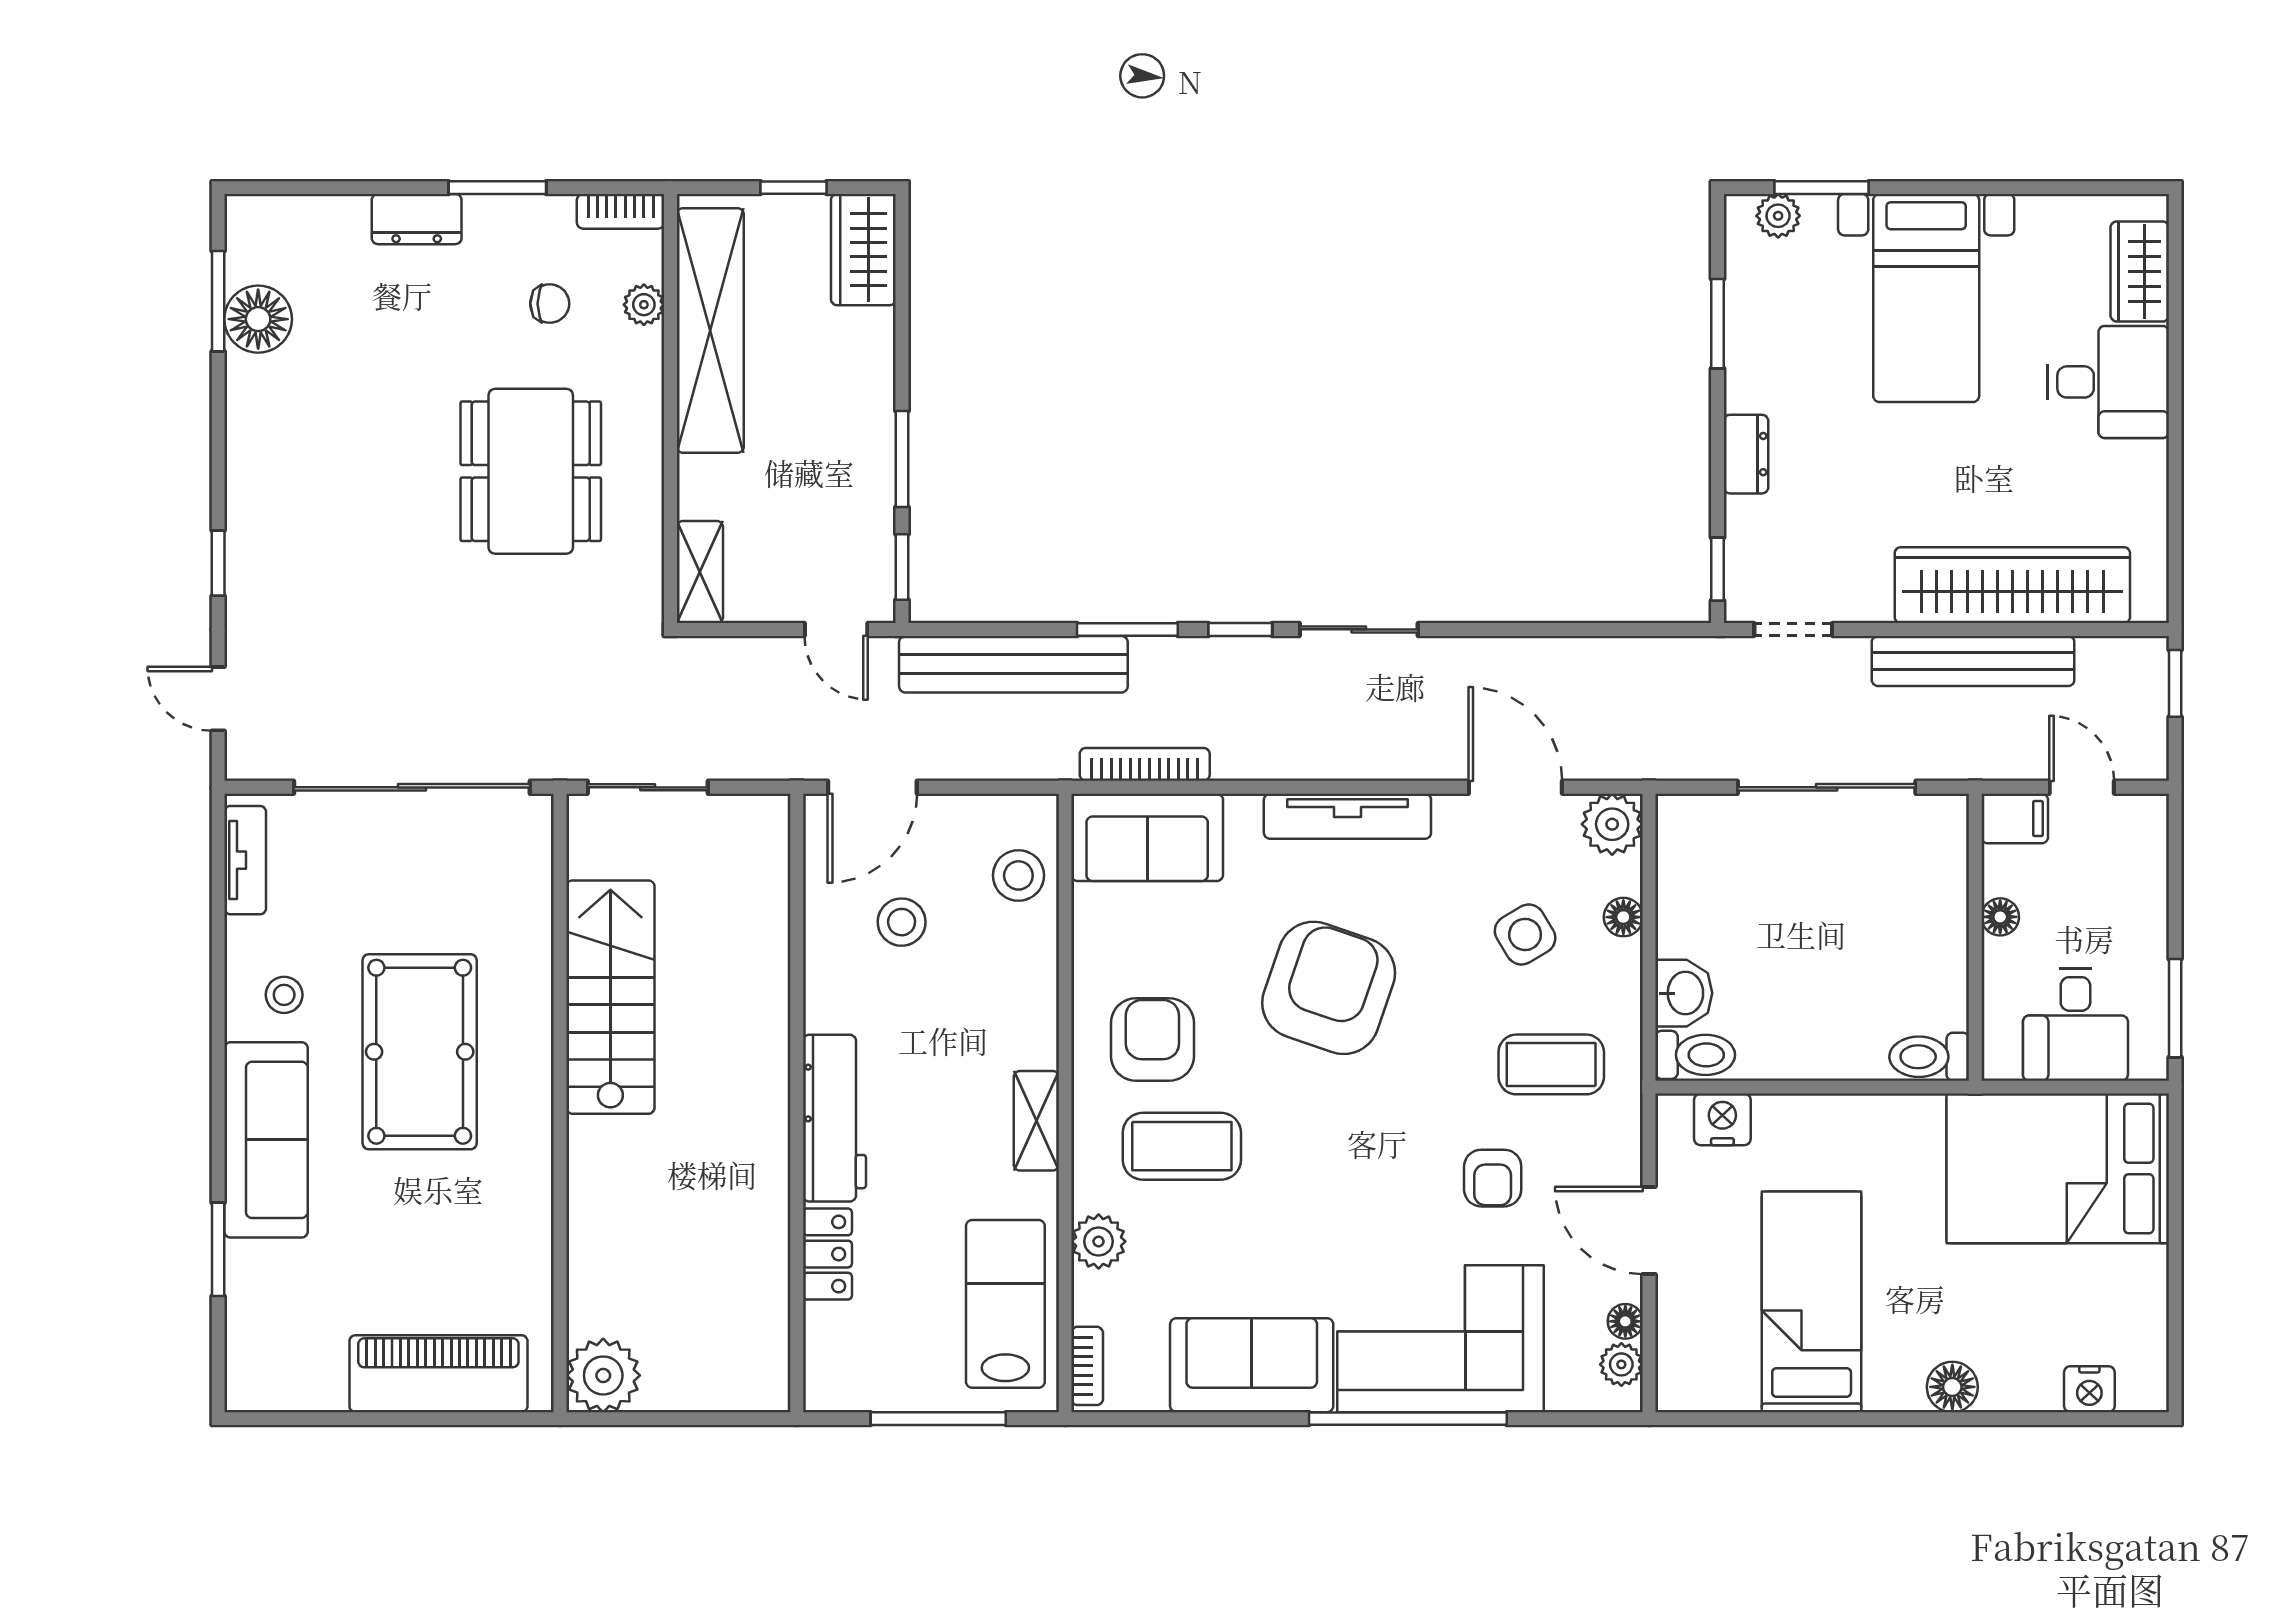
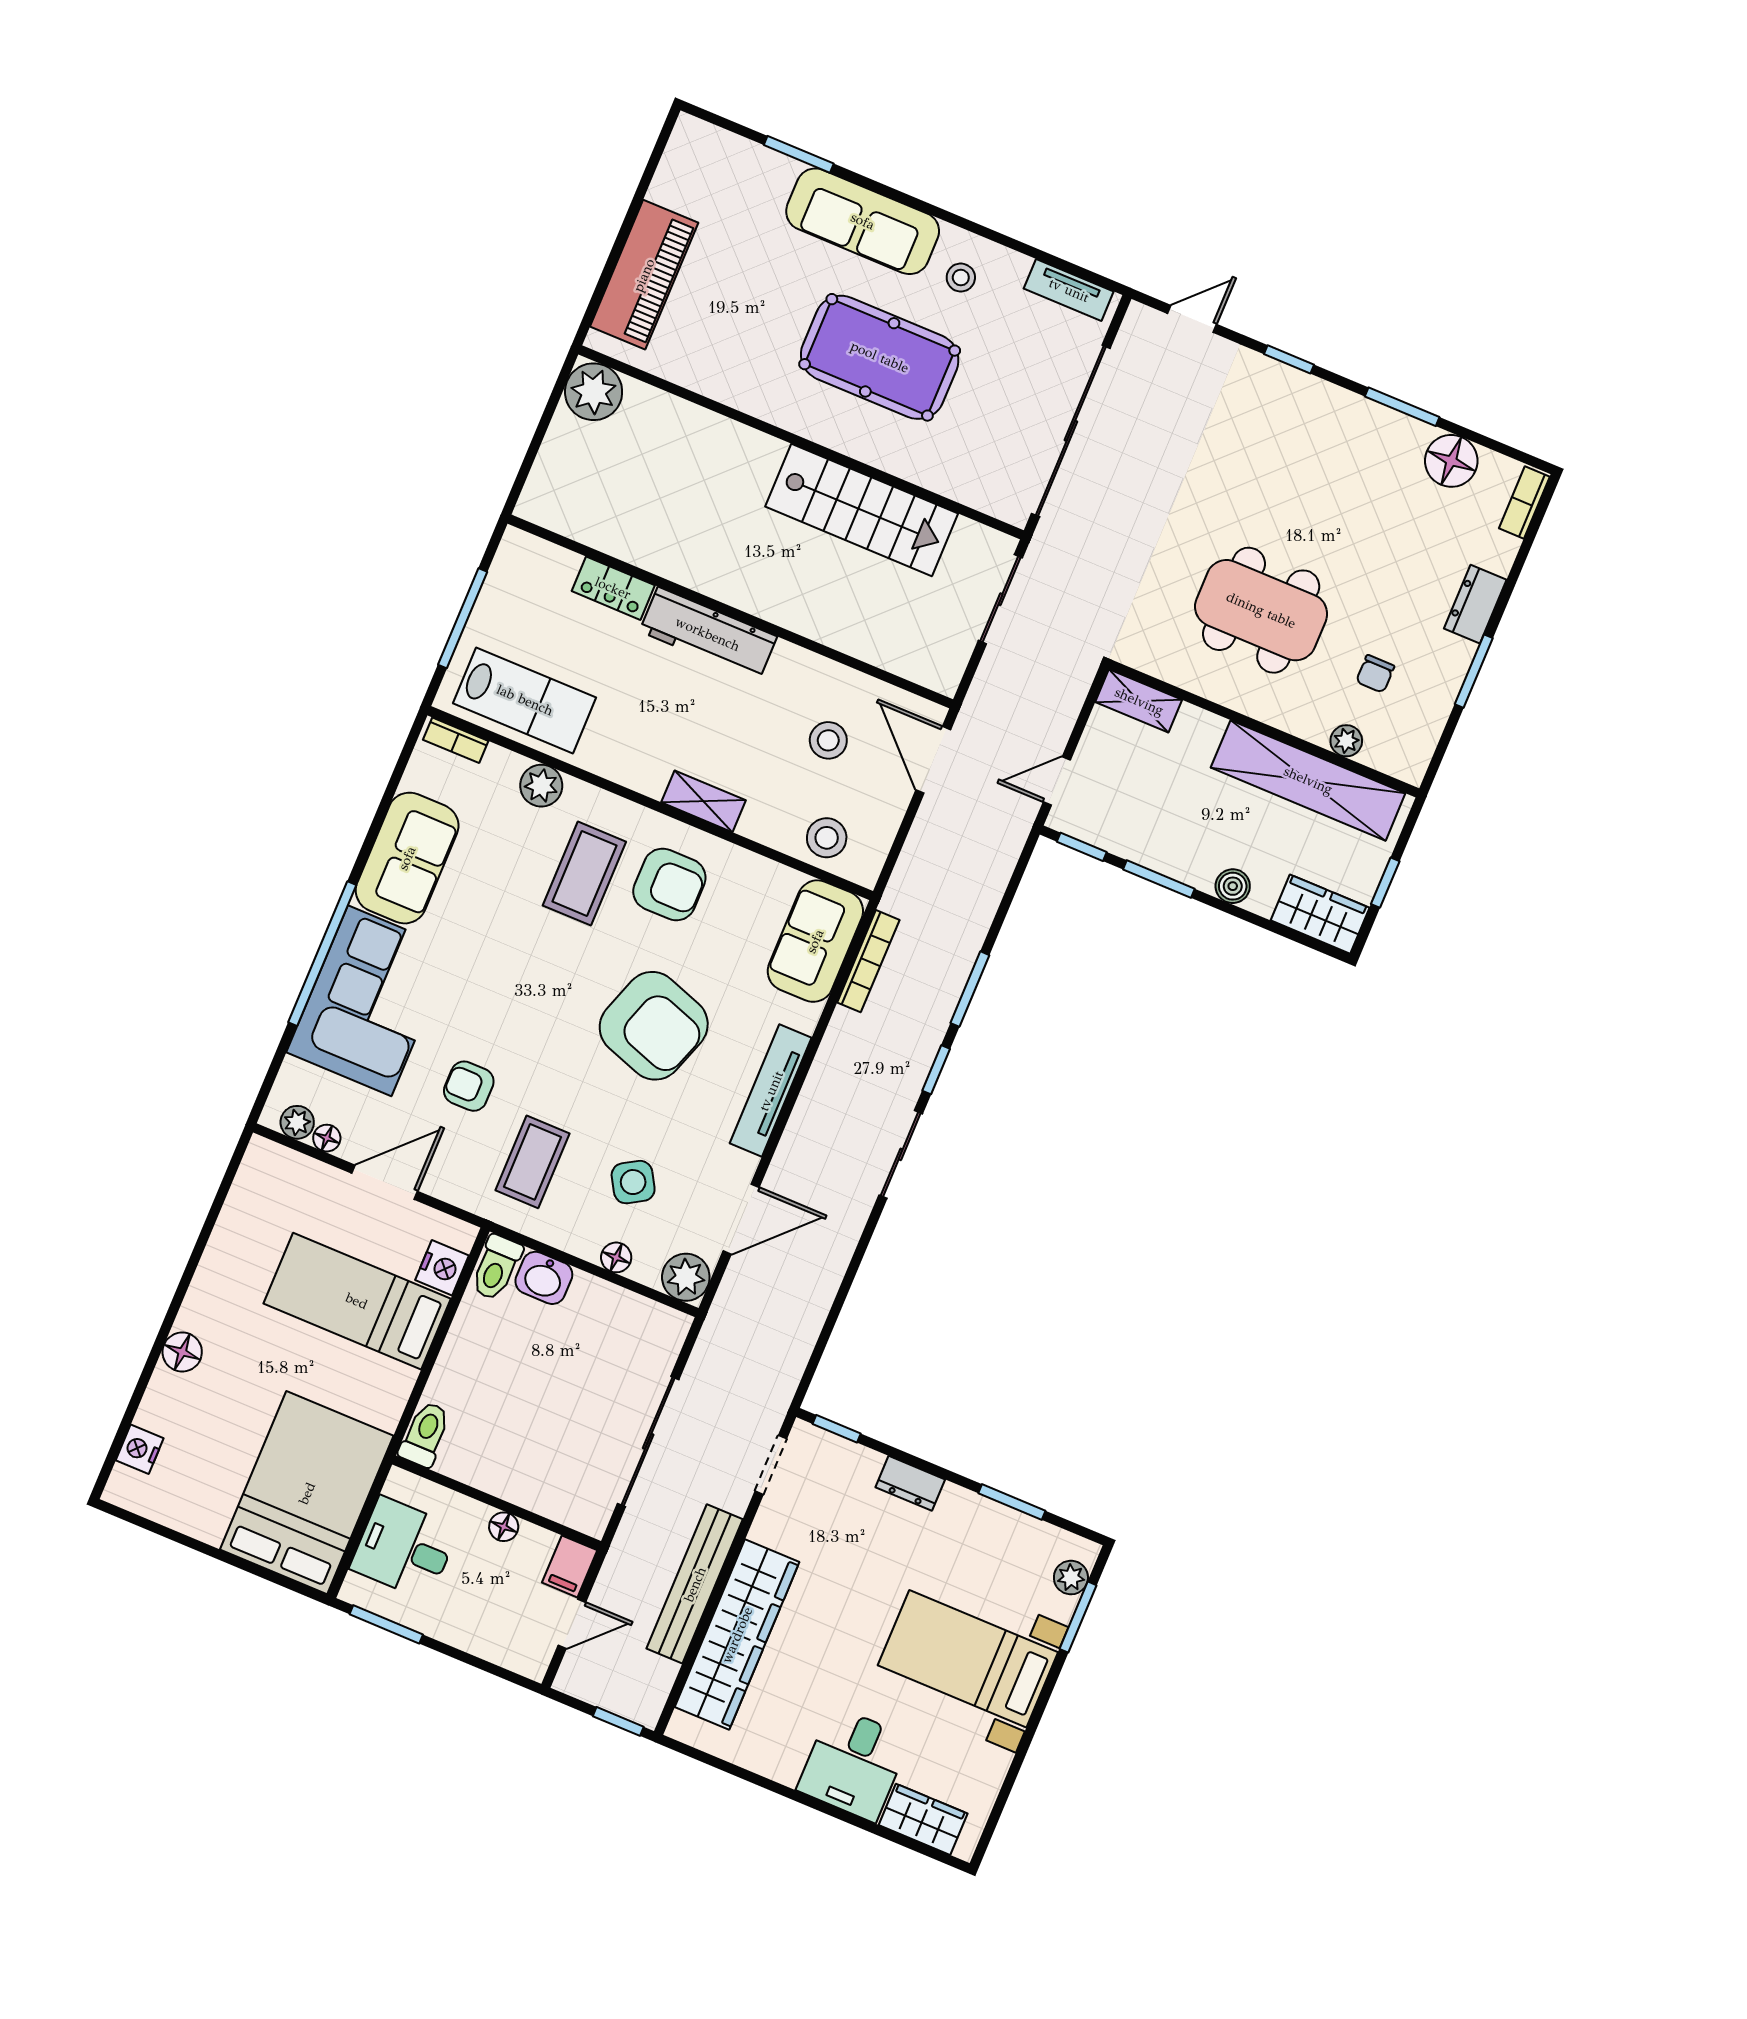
bookcase: (621, 211) -> (1524, 502), moved
window: (218, 301) -> (1402, 407), moved
boiler: (874, 368) -> (1233, 886), added
bench: (1013, 664) -> (979, 897), removed
shelving: (1036, 1121) -> (704, 801), moved
bed: (1812, 1302) -> (357, 1301), moved, turned 180

